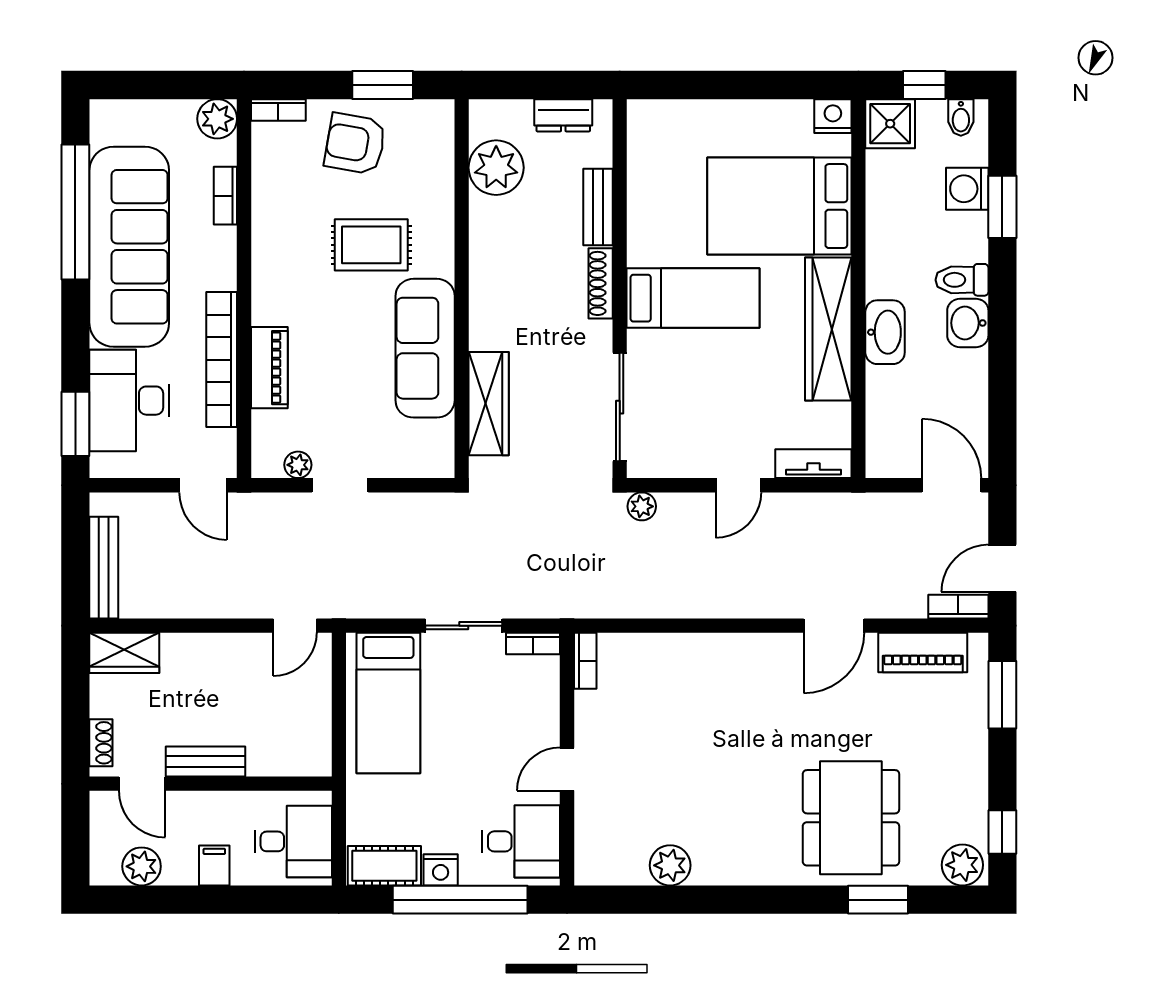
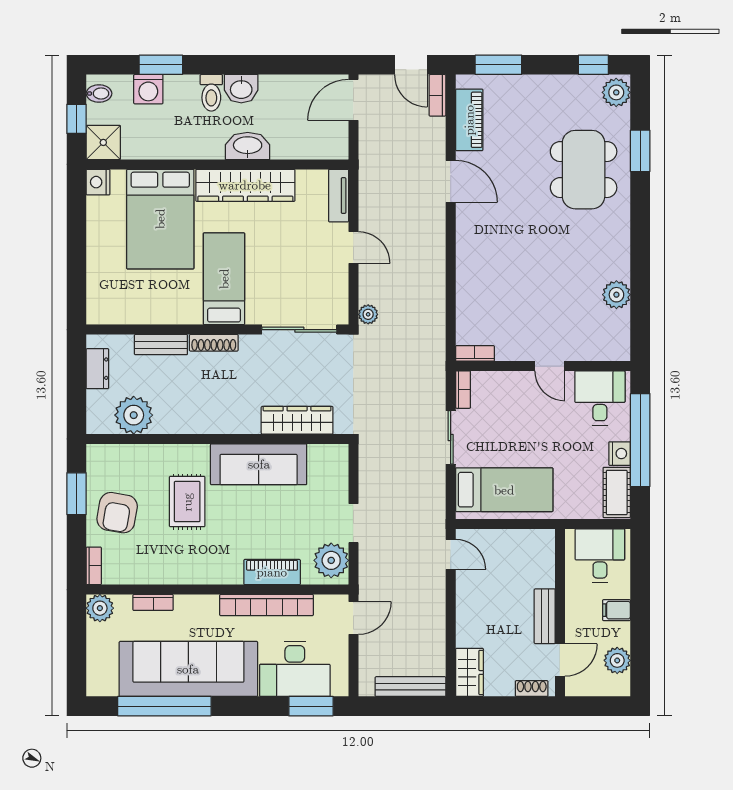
plant: (298, 465) -> (331, 560), width x1.88, depth x1.88
dining table: (851, 818) -> (584, 170), turned 90

